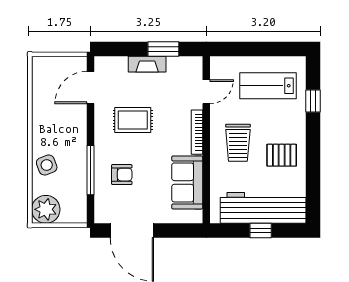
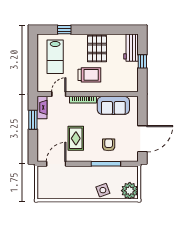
fireplace: (147, 64) -> (42, 107), moved
door: (90, 87) -> (56, 164), swing flipped
door: (206, 92) -> (59, 94), hinge flipped
pallet: (282, 155) -> (97, 49), width x1.50, depth x1.42
workbench: (263, 208) -> (131, 48), width x0.53, depth x0.76

